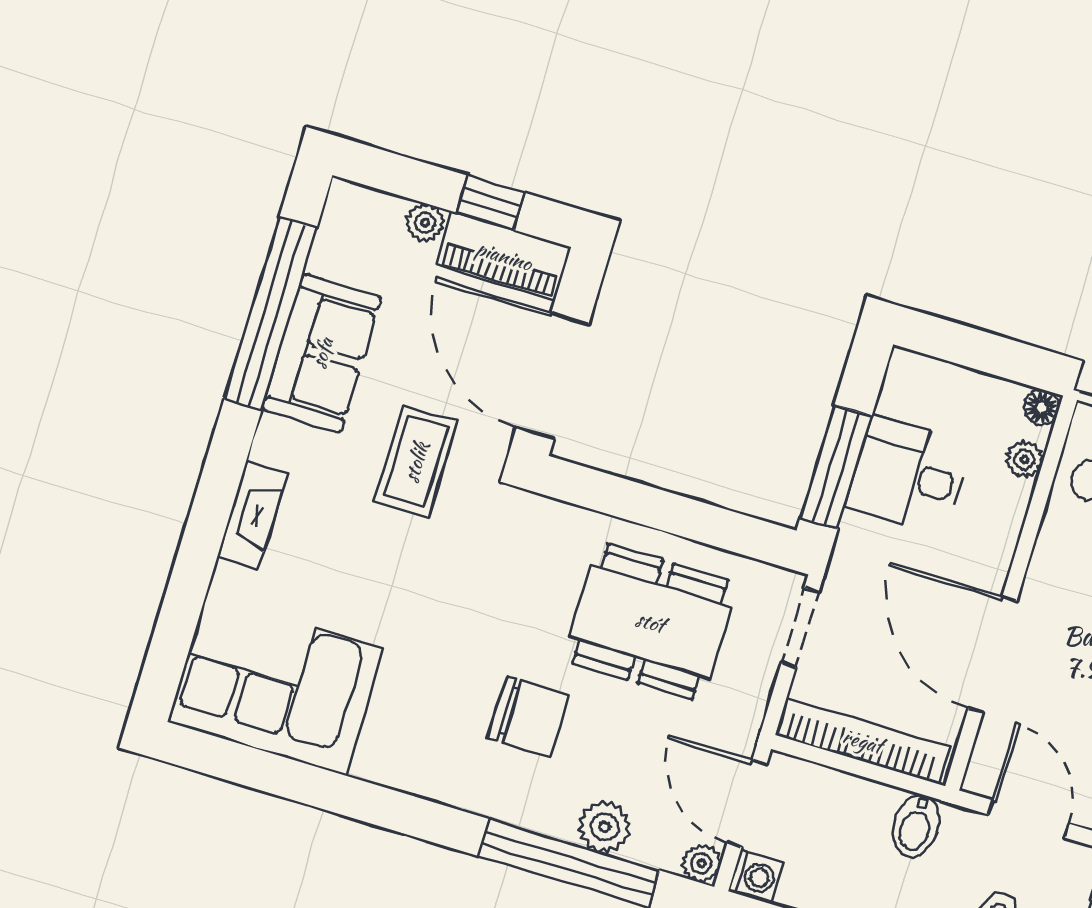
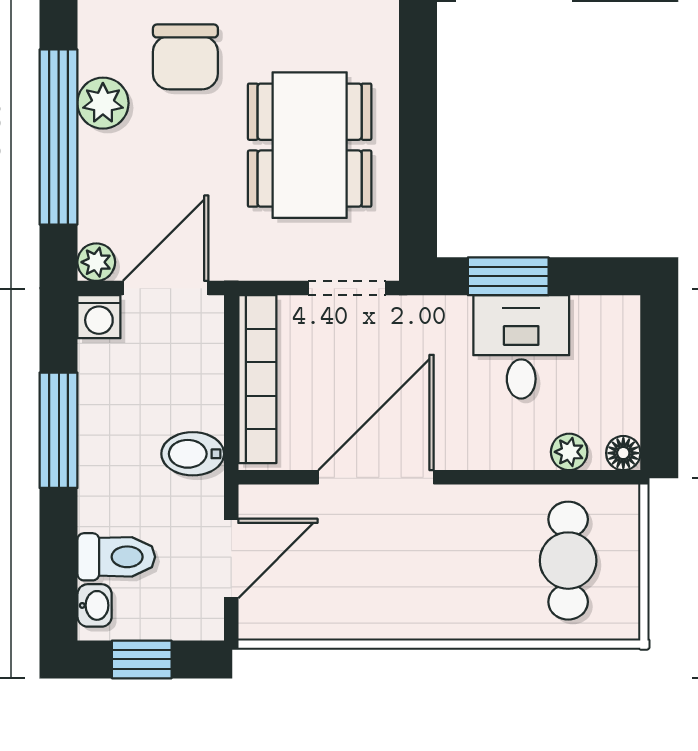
window: (836, 467) -> (508, 276), width x0.69
plant: (604, 827) -> (103, 103), moved

